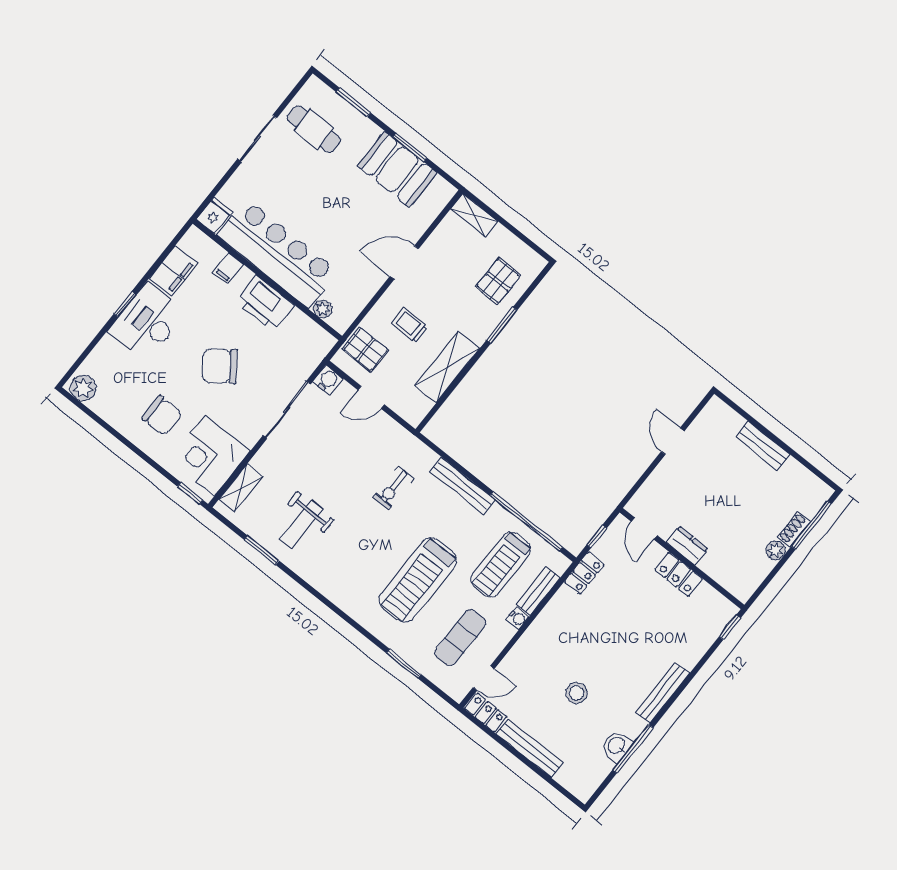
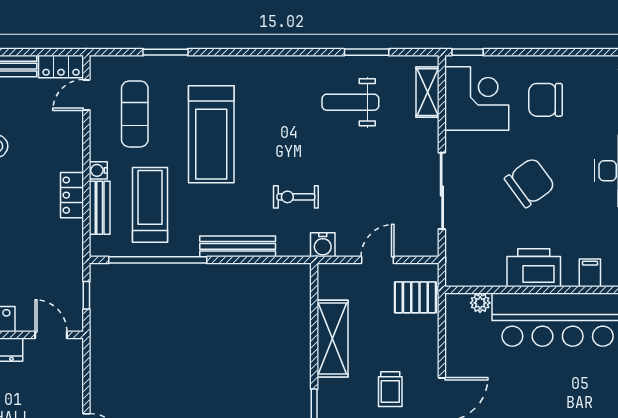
trolley: (409, 325) -> (390, 389), moved, turned 90
water cooler: (328, 380) -> (323, 245), moved
exercise bike: (393, 488) -> (296, 197), turned -90
weight bench: (301, 524) -> (350, 102), turned -90
locker: (584, 573) -> (72, 195), moved
treadmill: (418, 580) -> (211, 134), turned 180

